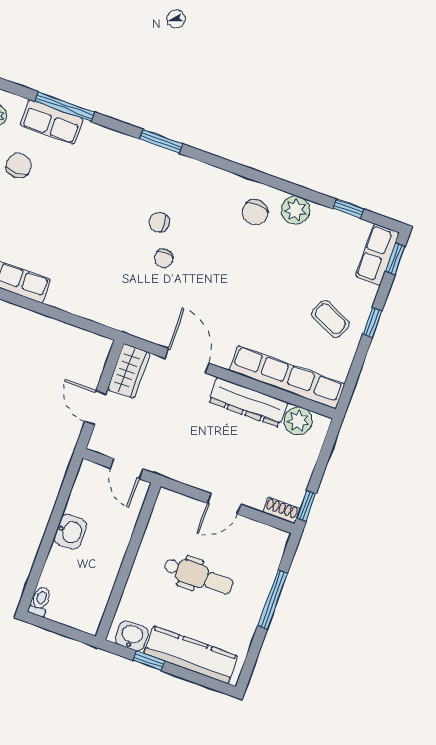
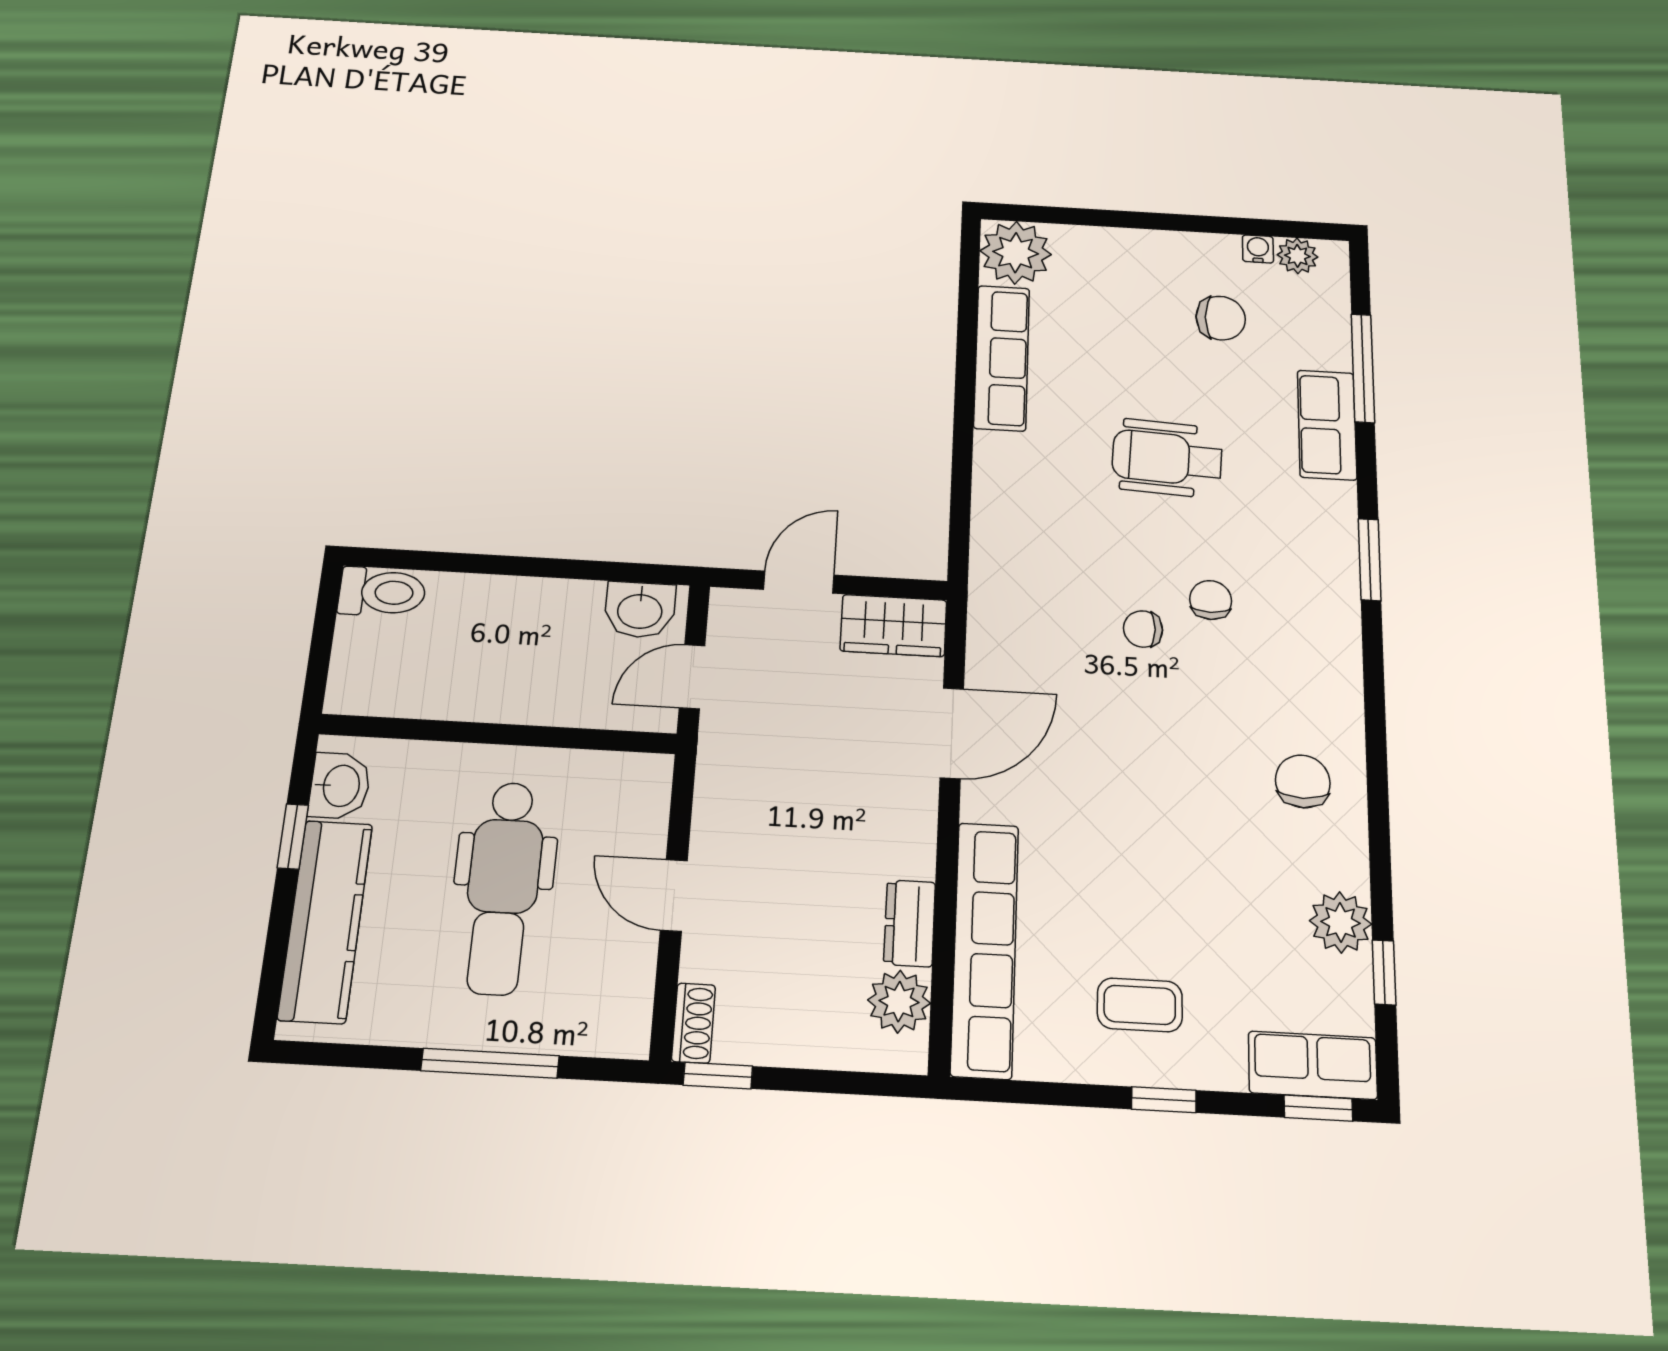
row of seats: (52, 122) -> (1327, 425), moved
plant: (296, 210) -> (1340, 922), moved
chair: (255, 212) -> (1303, 781), turned 88
wheelchair: (84, 217) -> (1167, 458), added
coffee table: (330, 319) -> (1140, 1005), turned 65
dresser: (248, 402) -> (910, 923), width x0.51, depth x0.80
washbasin: (70, 532) -> (640, 610), moved
dental chair: (198, 576) -> (503, 887), width x1.36, depth x1.38
toilet: (40, 601) -> (382, 592), width x1.37, depth x1.39

